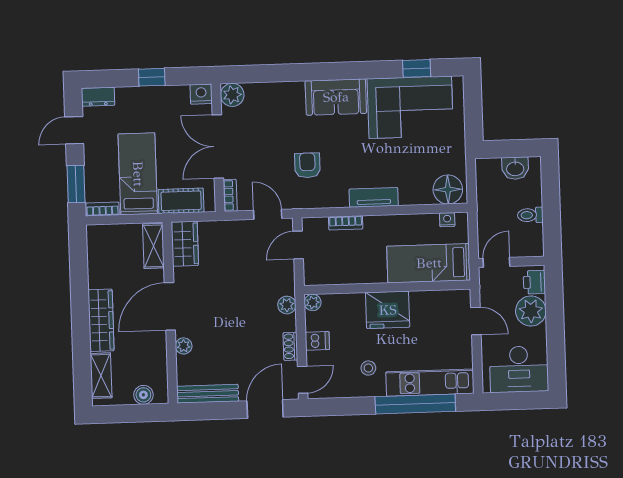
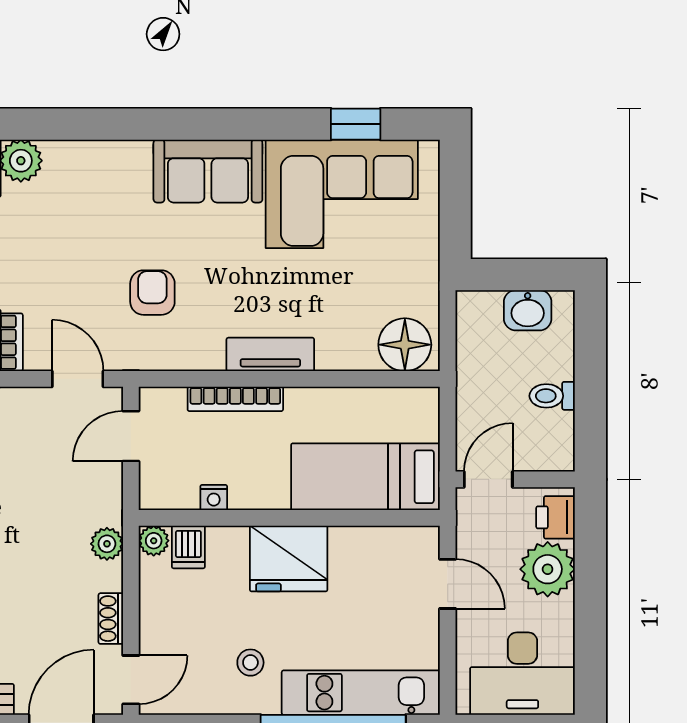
nightstand: (447, 220) -> (214, 498), moved, turned 180
bookcase: (346, 223) -> (235, 399), width x1.56
dishwasher: (317, 341) -> (188, 547), moved, turned 90

